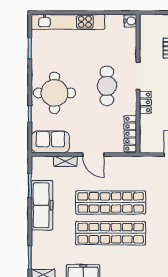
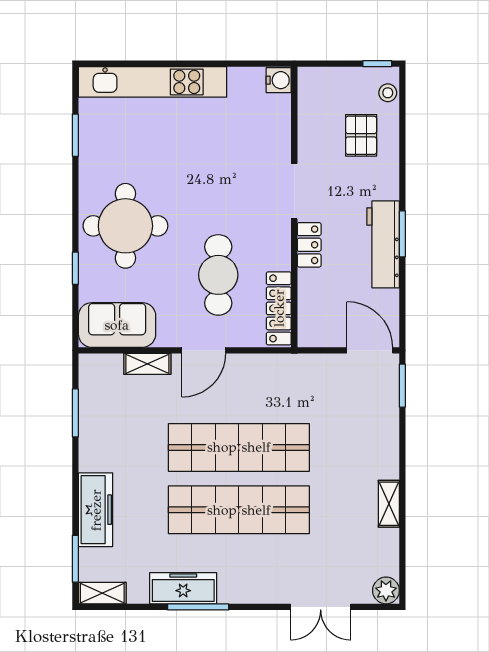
cafe table: (107, 86) -> (218, 275), moved
door: (93, 154) -> (204, 350), hinge flipped
freezer: (42, 205) -> (96, 510), moved, width x0.73, depth x0.79

